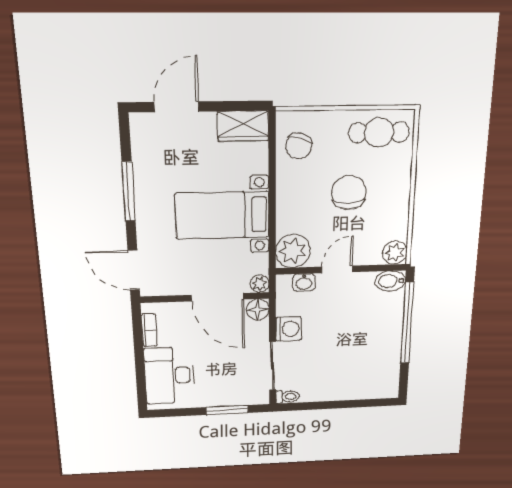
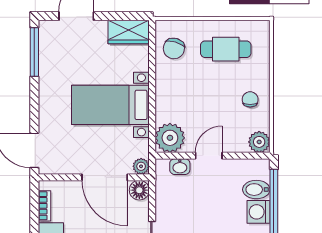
cafe table: (379, 132) -> (226, 49), moved
window: (129, 192) -> (34, 52), moved
chair: (349, 193) -> (250, 99), moved, width x0.54, depth x0.54
bidet: (390, 281) -> (256, 190), moved
washing machine: (289, 329) -> (258, 212), moved, turned 180

